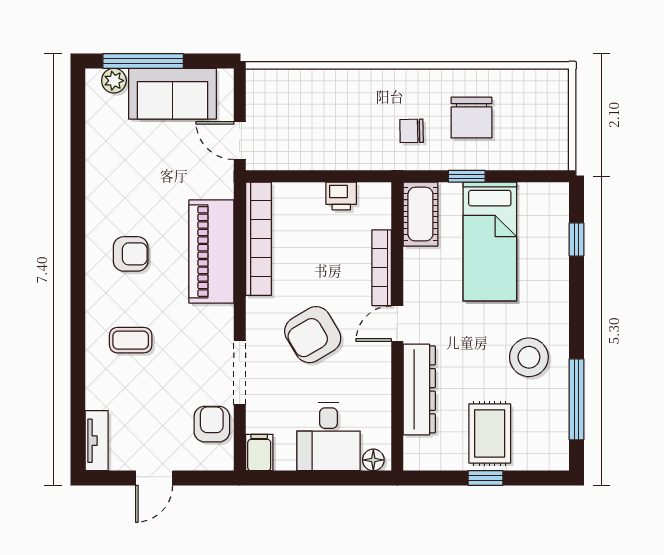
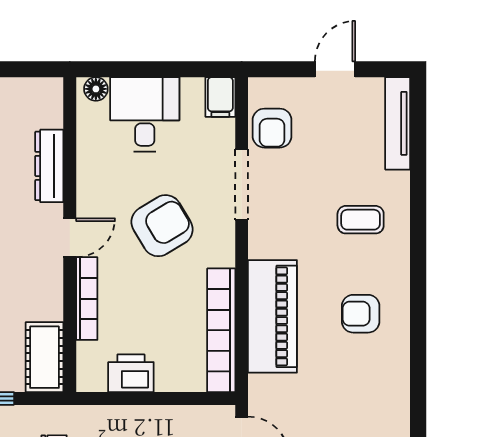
printer: (341, 196) -> (131, 373), width x1.36, depth x1.24
dresser: (419, 389) -> (49, 166), width x0.73, depth x0.80
tv unit: (97, 441) -> (398, 123), width x1.41

